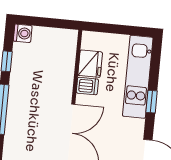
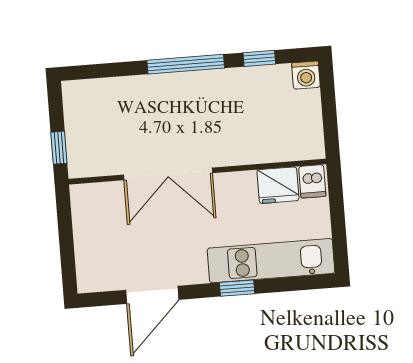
dishwasher: (87, 86) -> (312, 181), moved

